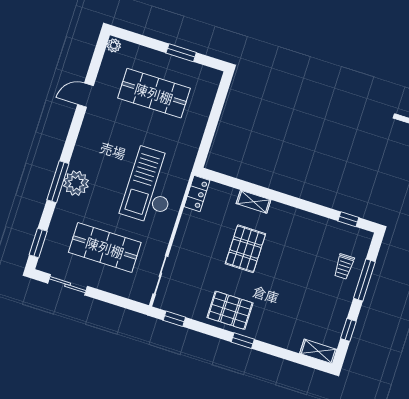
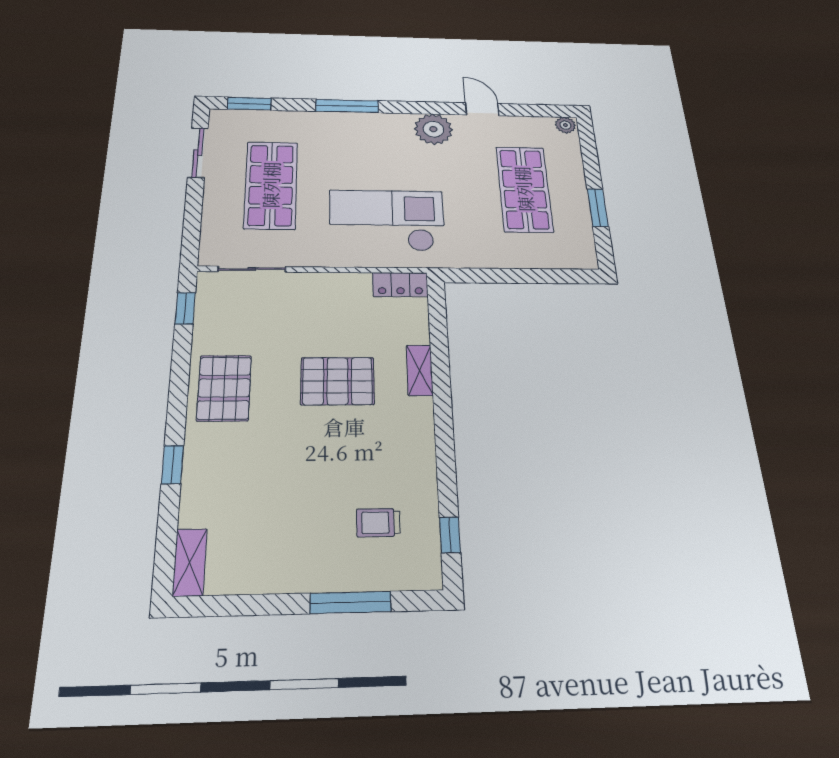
plant: (76, 183) -> (433, 129), moved
trolley: (344, 266) -> (378, 523), moved
window: (348, 330) -> (246, 605), removed
window: (243, 341) -> (172, 465), moved

